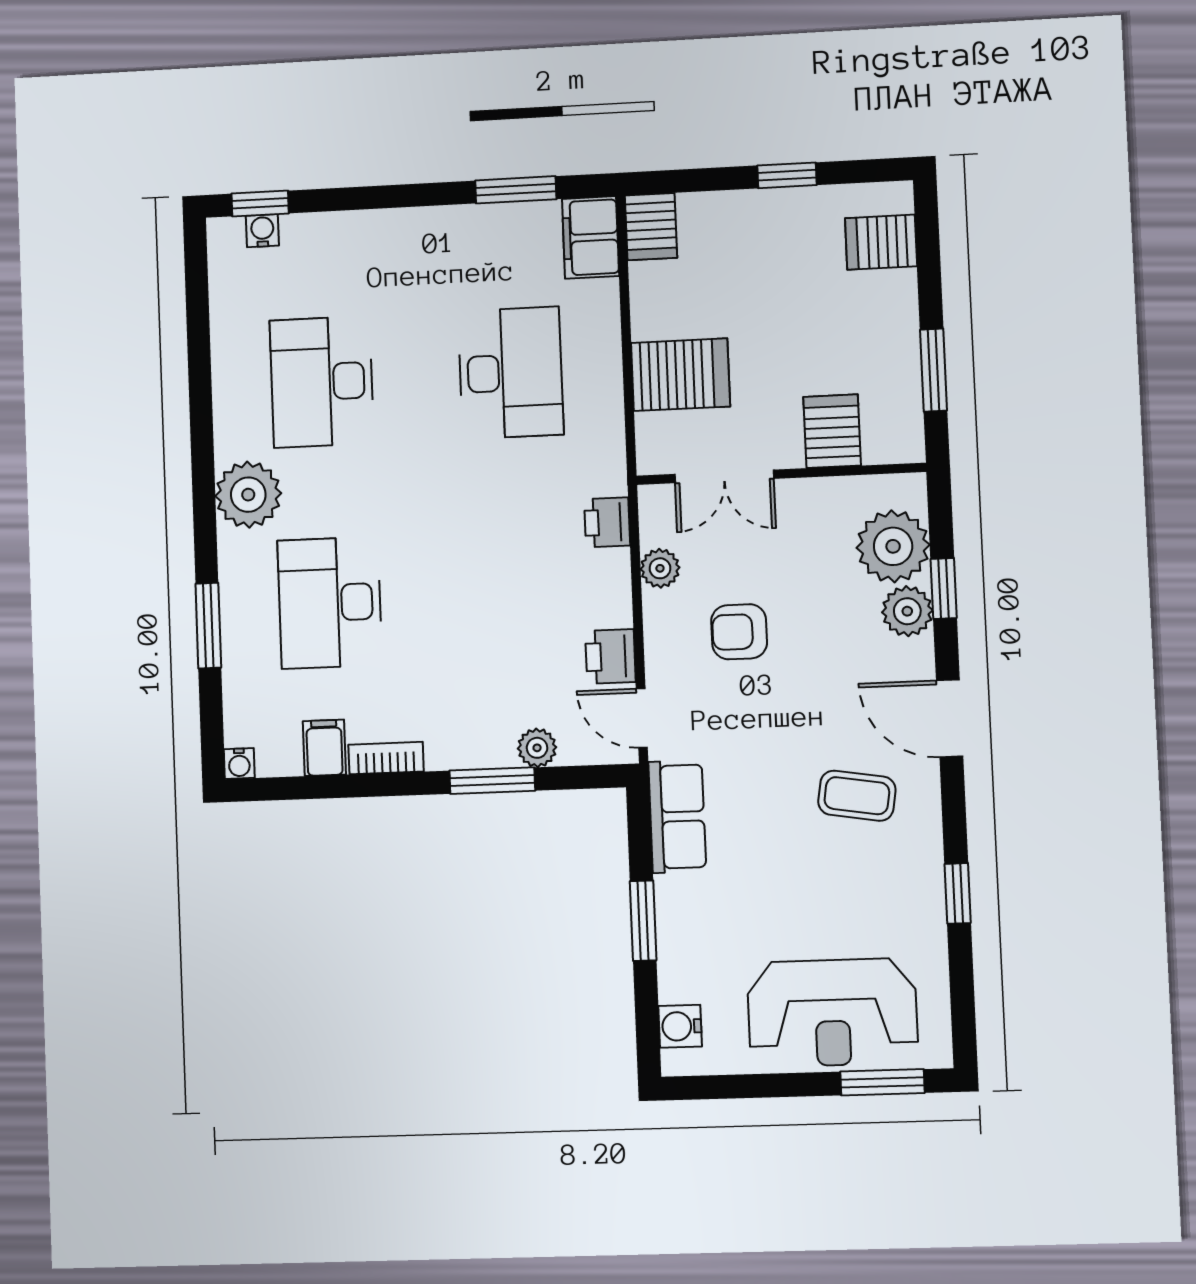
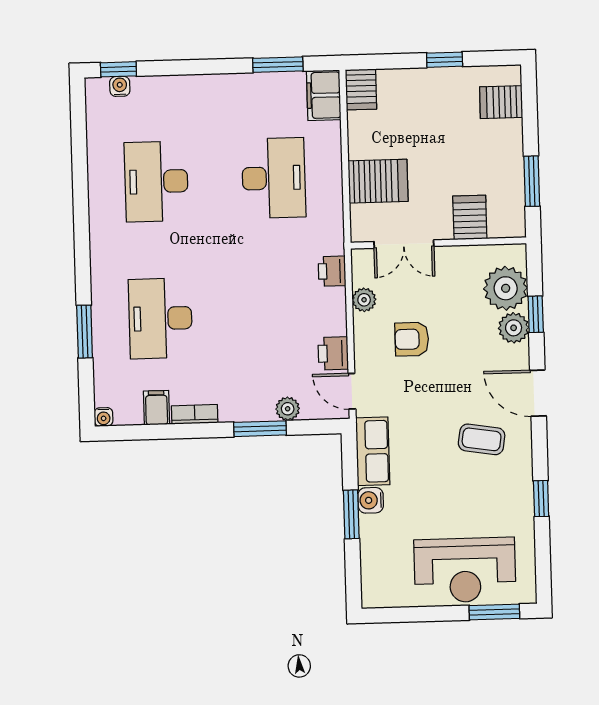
plant: (248, 495) -> (110, 251), removed
water cooler: (680, 1026) -> (371, 500), moved

